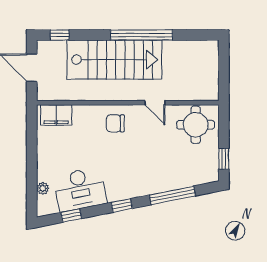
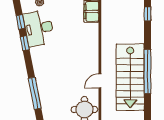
stairs: (114, 60) -> (130, 77), moved
chair: (115, 123) -> (85, 53), removed
window: (122, 205) -> (25, 43), moved

